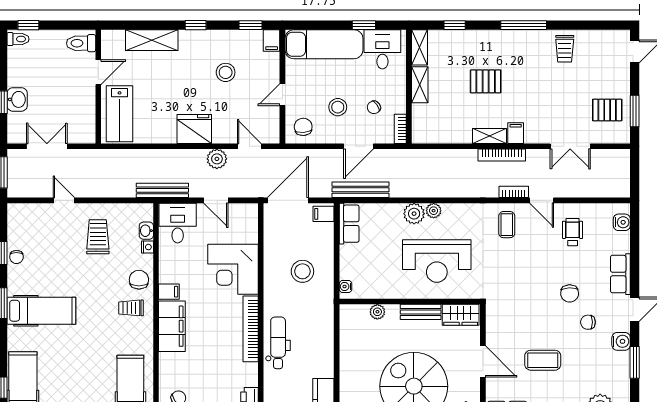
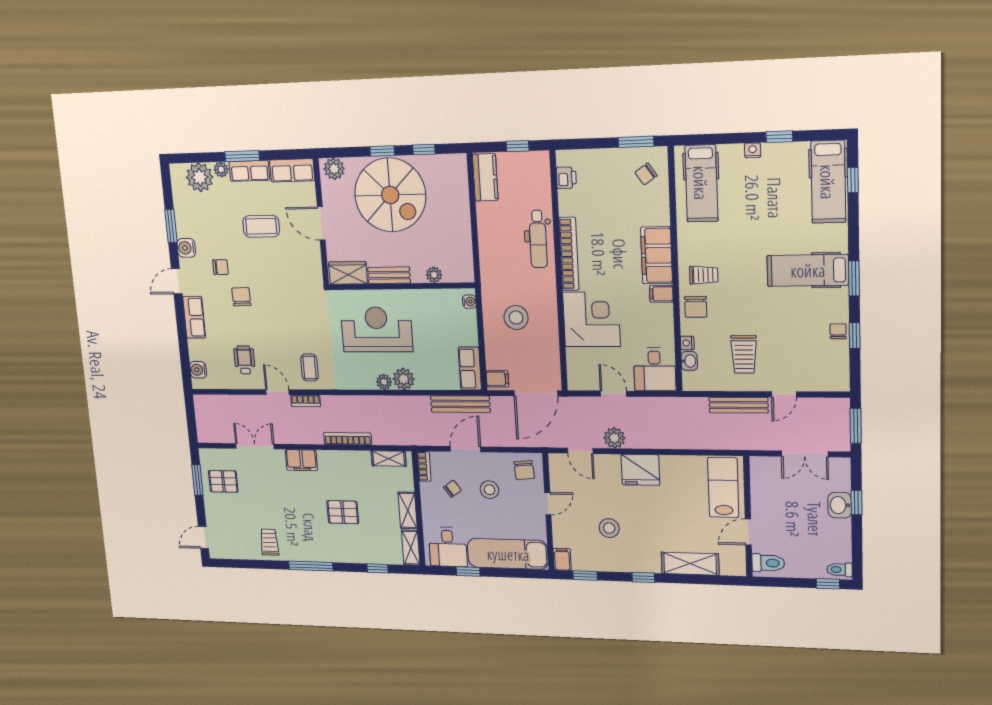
filing cabinet: (516, 133) -> (301, 460), width x2.00
shelving: (490, 136) -> (389, 459), moved
bookcase: (502, 155) -> (348, 439), moved
bench: (162, 190) -> (739, 405), moved
door: (64, 200) -> (784, 394), hinge flipped
wheelchair: (573, 232) -> (244, 360), turned 180

